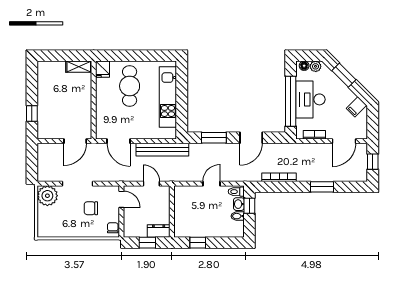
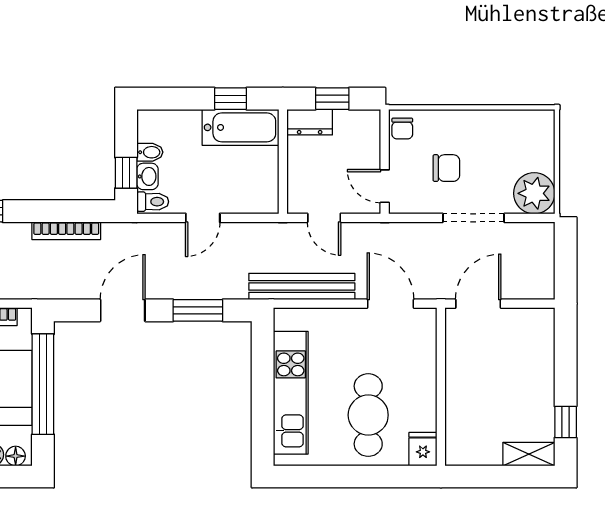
shelving: (79, 67) -> (529, 454), moved
window: (32, 114) -> (566, 422), moved
bathtub: (193, 228) -> (240, 127), added

